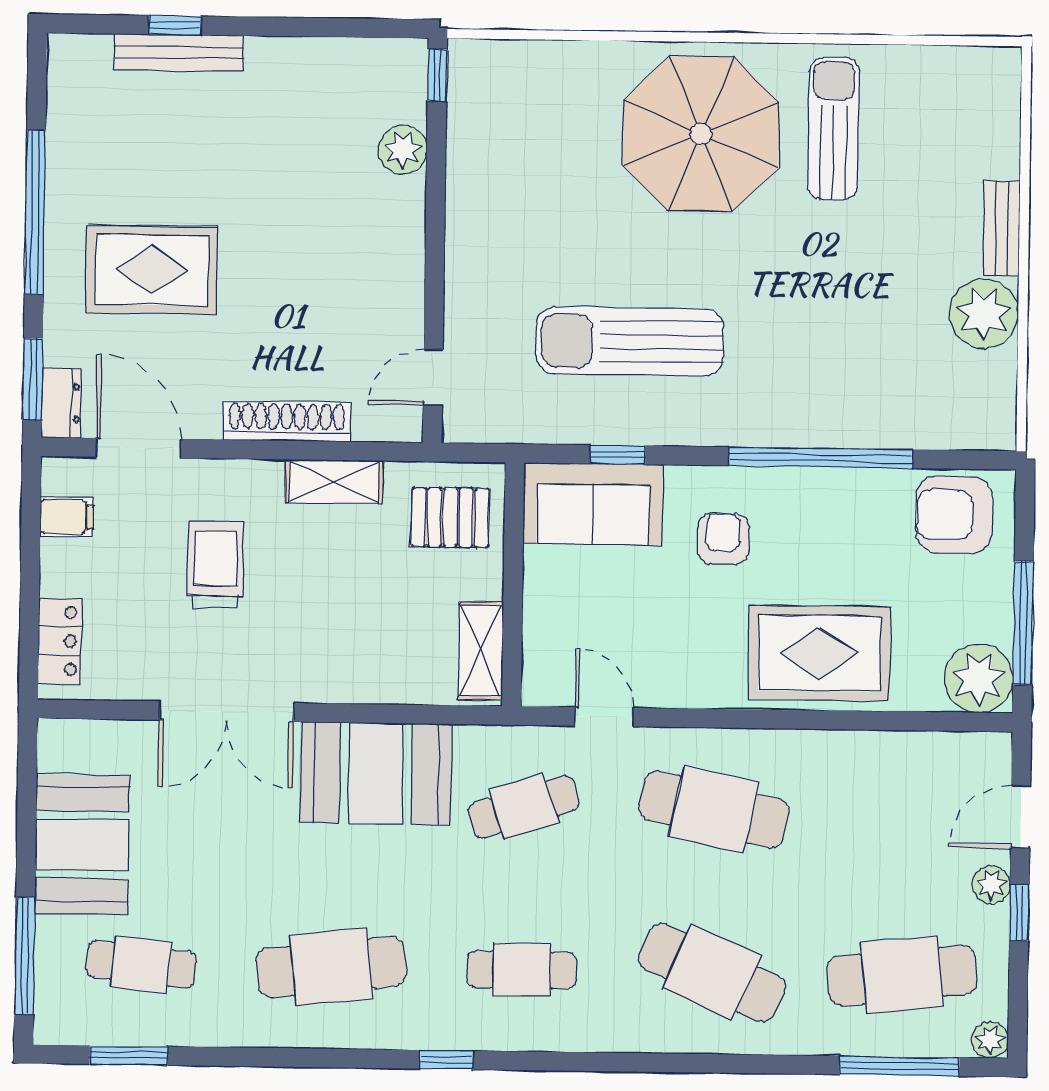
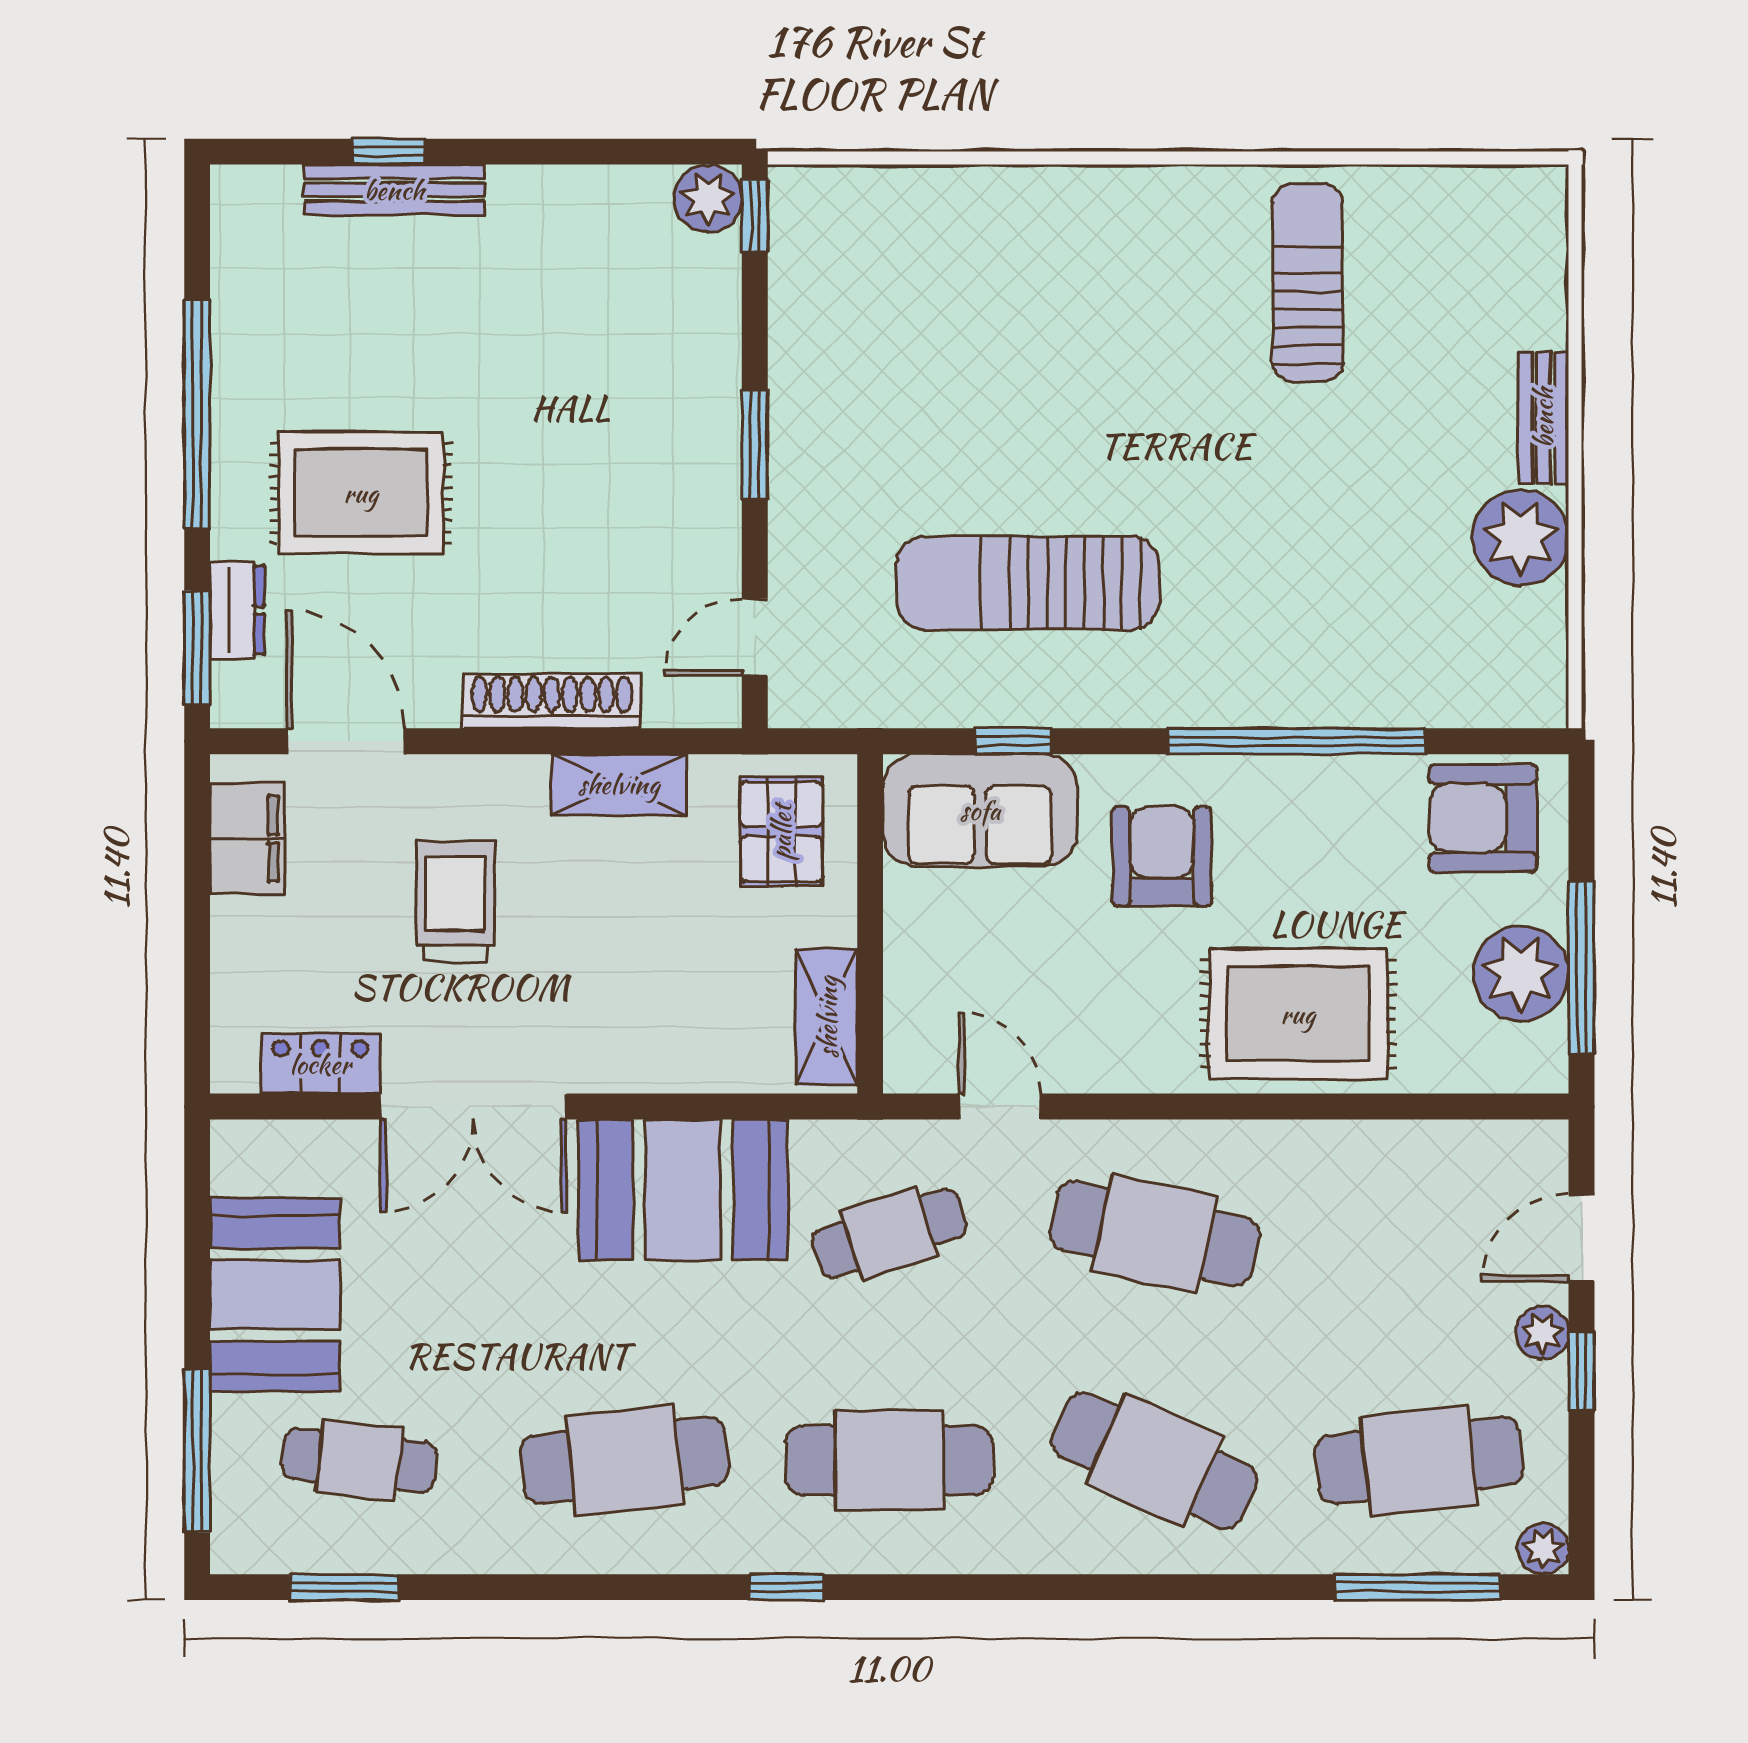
parasol: (701, 134) -> (1123, 293), removed
plant: (403, 150) -> (708, 198), moved
window: (435, 239) -> (755, 445), added
dresser: (61, 403) -> (237, 610), moved
filing cabinet: (67, 517) -> (247, 838), width x2.00
pallet: (450, 517) -> (781, 832), turned 90
armchair: (723, 539) -> (1162, 856), width x1.38, depth x1.38
locker: (60, 641) -> (320, 1064), moved, turned -90
plant: (979, 678) -> (1521, 973), moved
cafe table: (521, 970) -> (889, 1460), width x1.37, depth x1.35

